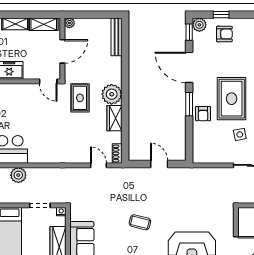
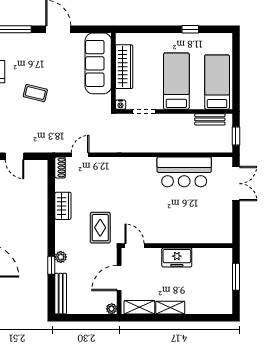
window: (125, 63) -> (51, 265), added
plant: (112, 94) -> (61, 257), moved, width x0.53, depth x0.53
door: (98, 165) -> (80, 155), swing flipped
plant: (18, 175) -> (167, 144), removed

